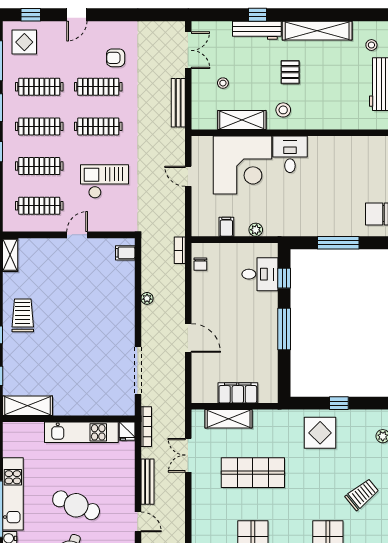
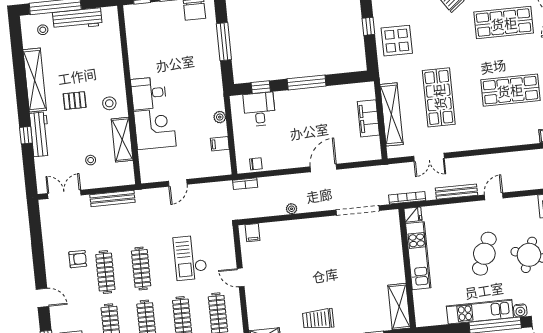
armchair: (116, 58) -> (78, 259), turned -90
corner desk: (242, 165) -> (155, 129), width x0.74, depth x0.74
shelving: (229, 419) -> (392, 114), width x1.47

